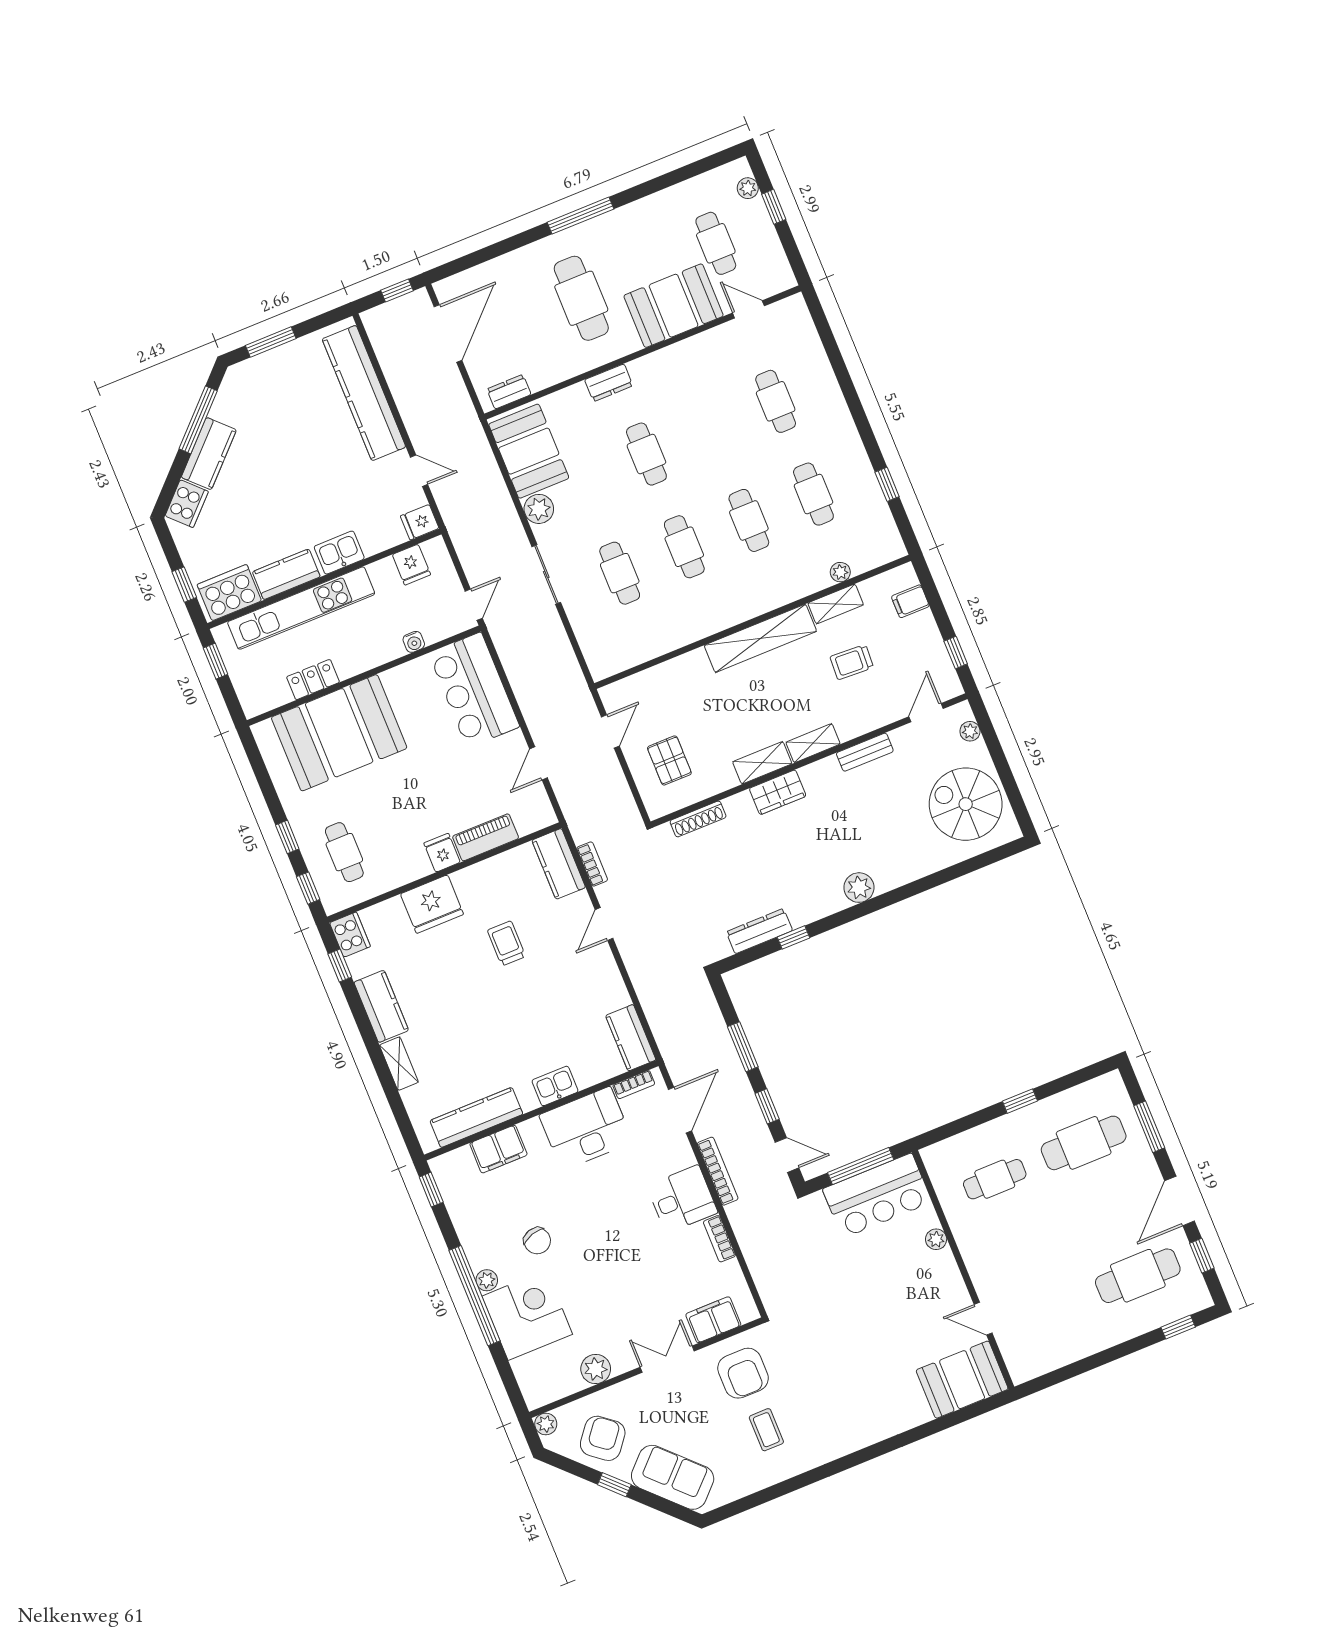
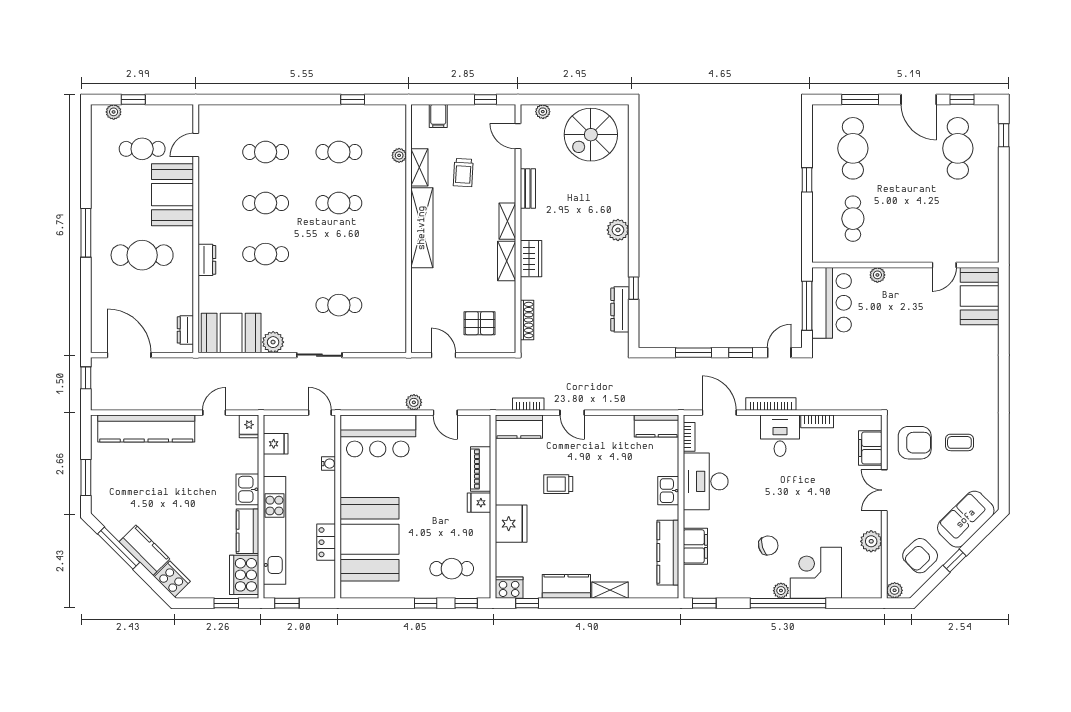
cafe table: (684, 547) -> (266, 203), moved
plant: (535, 718) -> (414, 402), added
armchair: (603, 1438) -> (920, 556), turned -82

